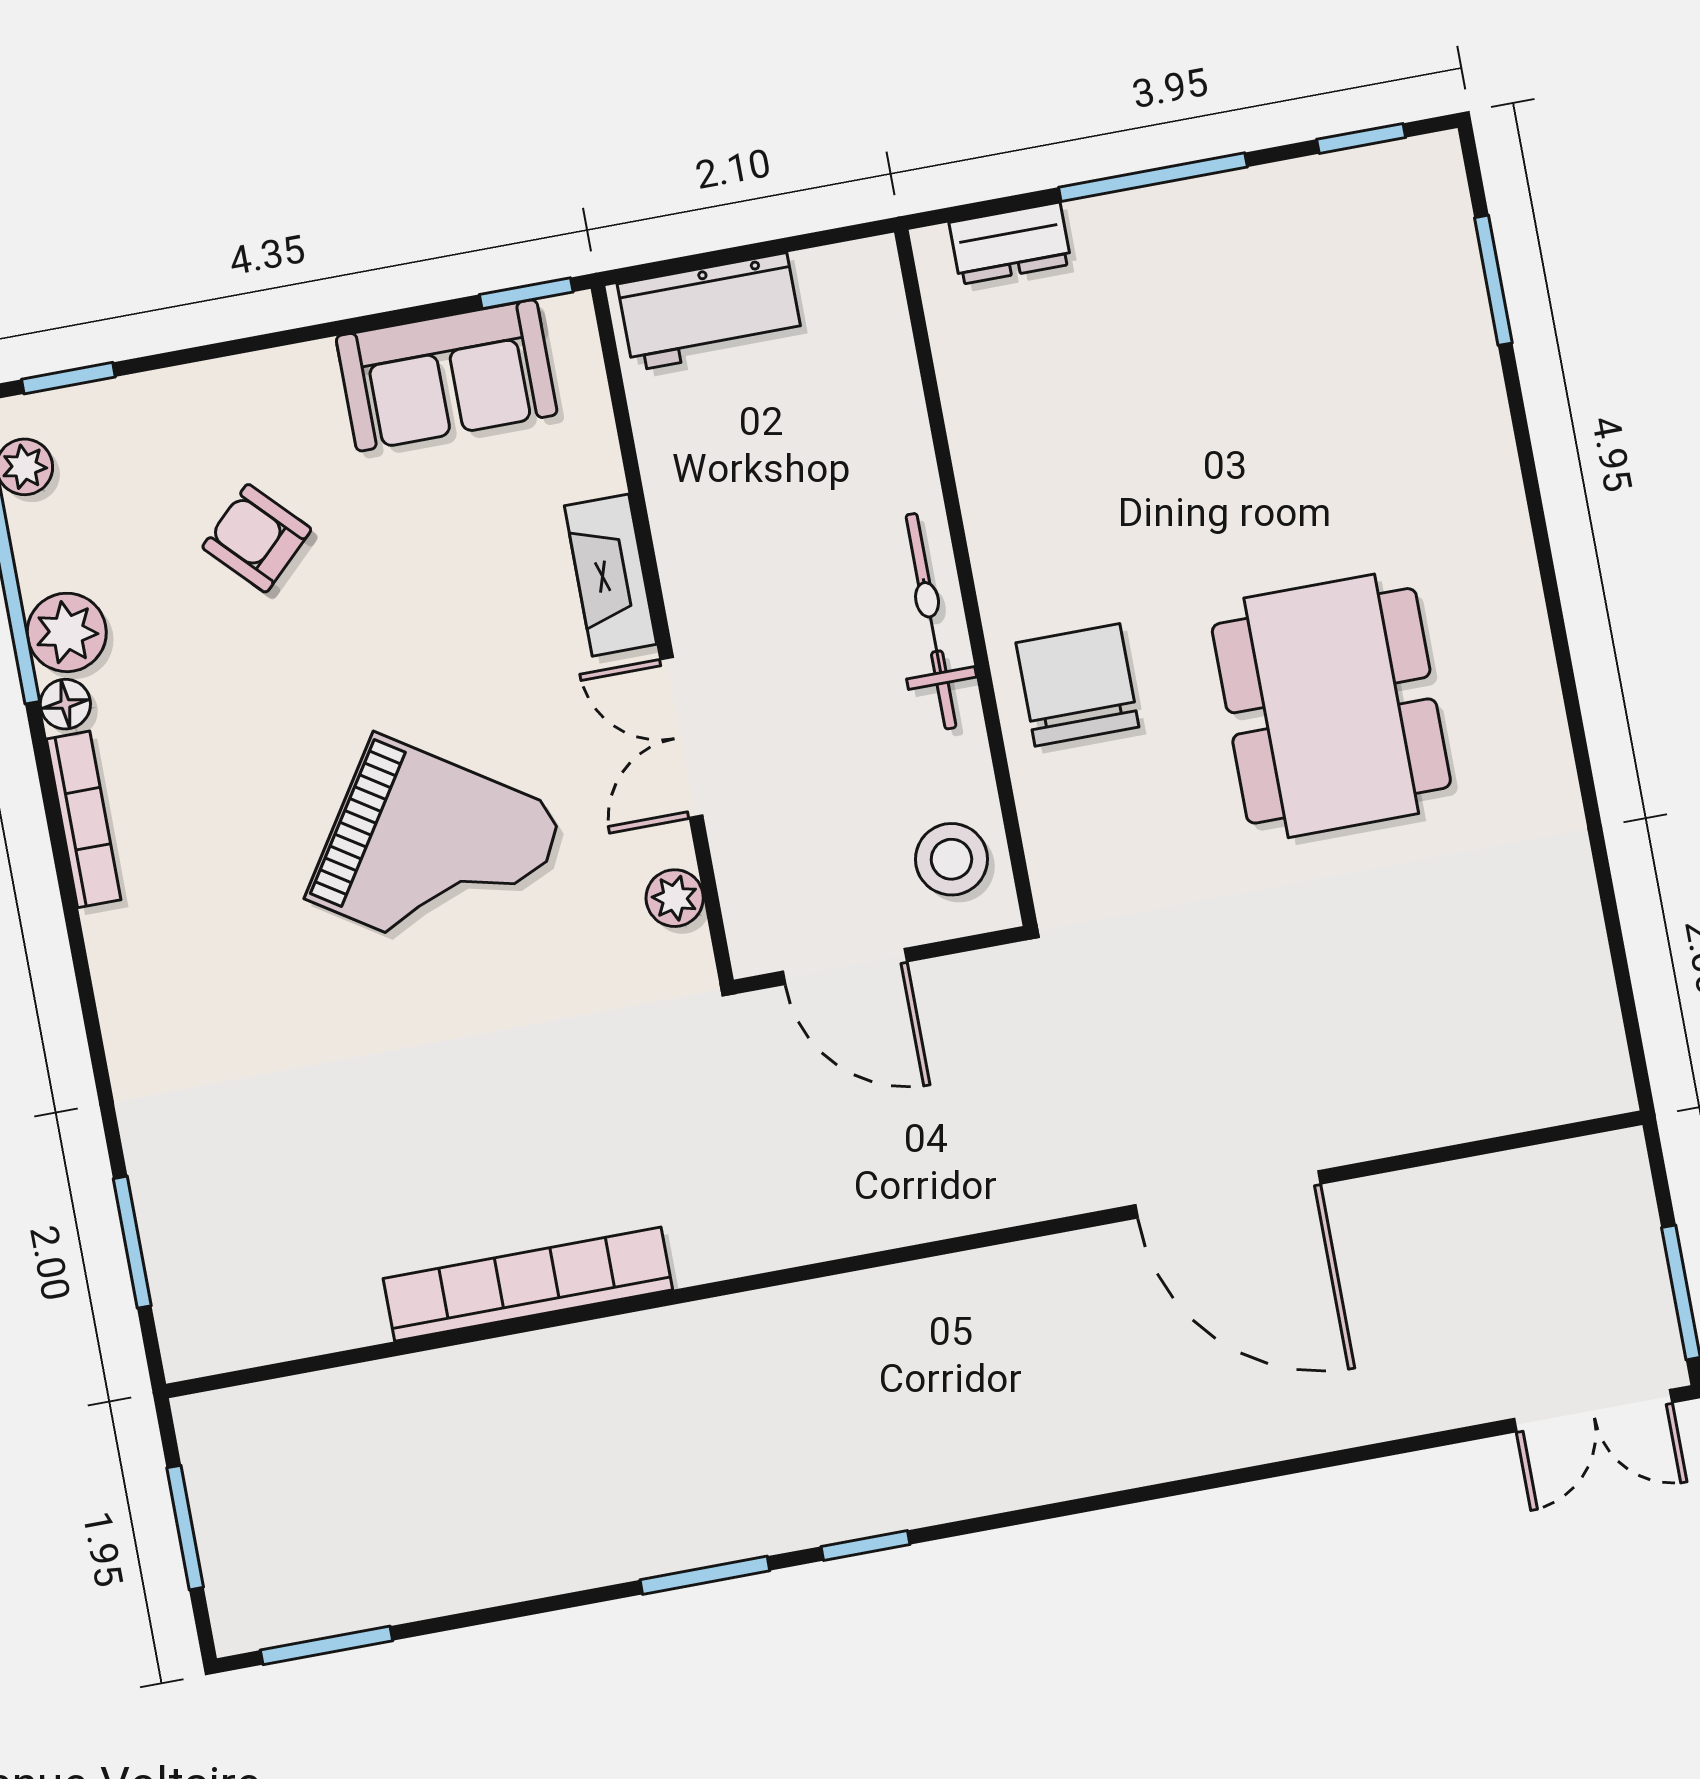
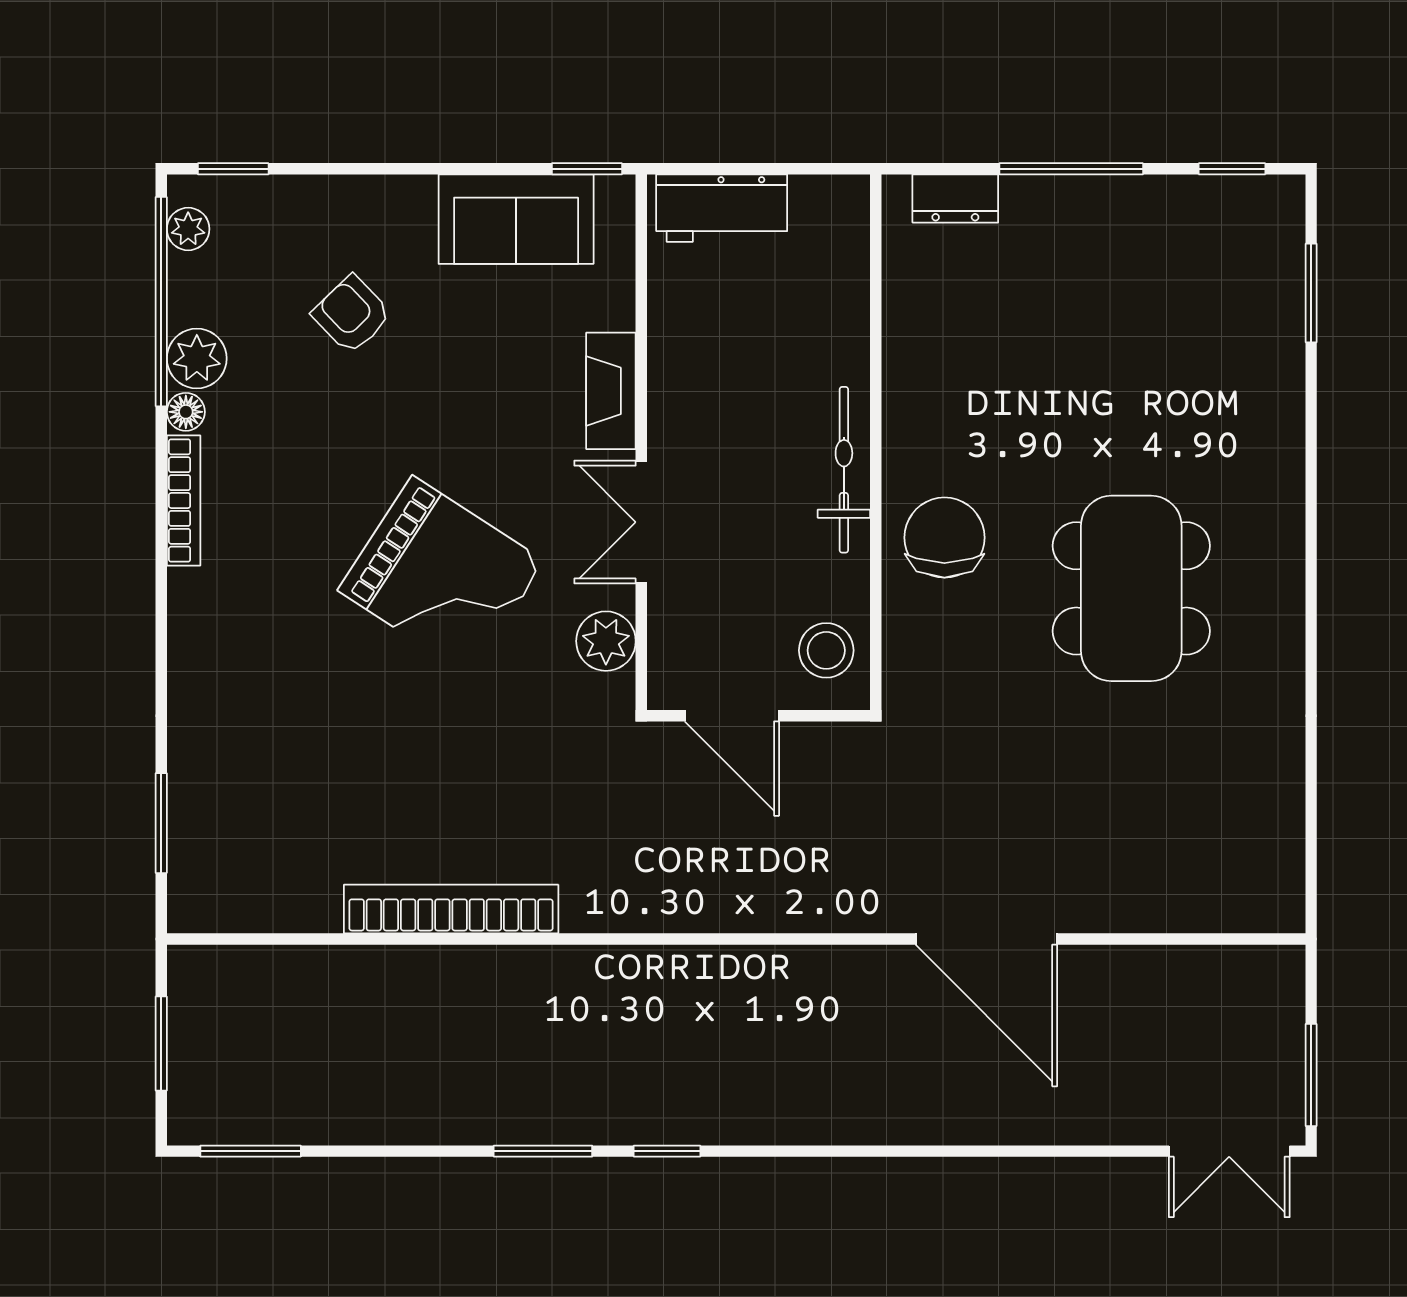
plant: (675, 898) -> (606, 641), width x1.38, depth x1.38

